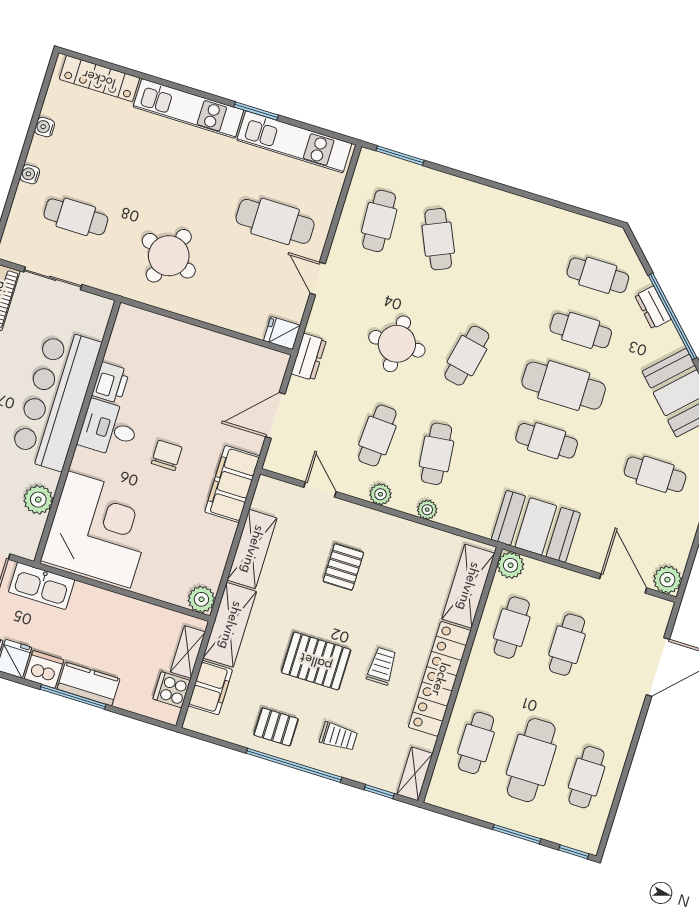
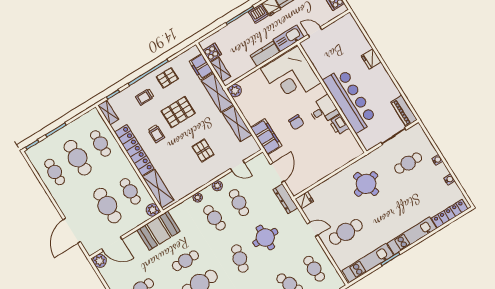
round table: (169, 256) -> (366, 184), turned -37
dresser: (309, 357) -> (285, 199), width x1.44
plant: (38, 500) -> (320, 63), removed
cafe table: (567, 645) -> (107, 206), width x1.37, depth x1.35
kitchen counter: (89, 684) -> (265, 54), moved, turned 180

